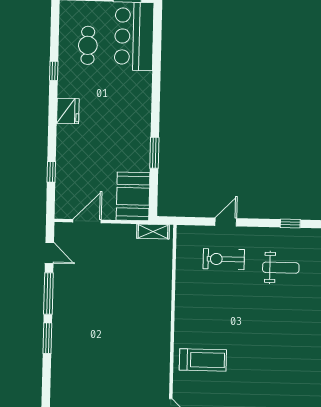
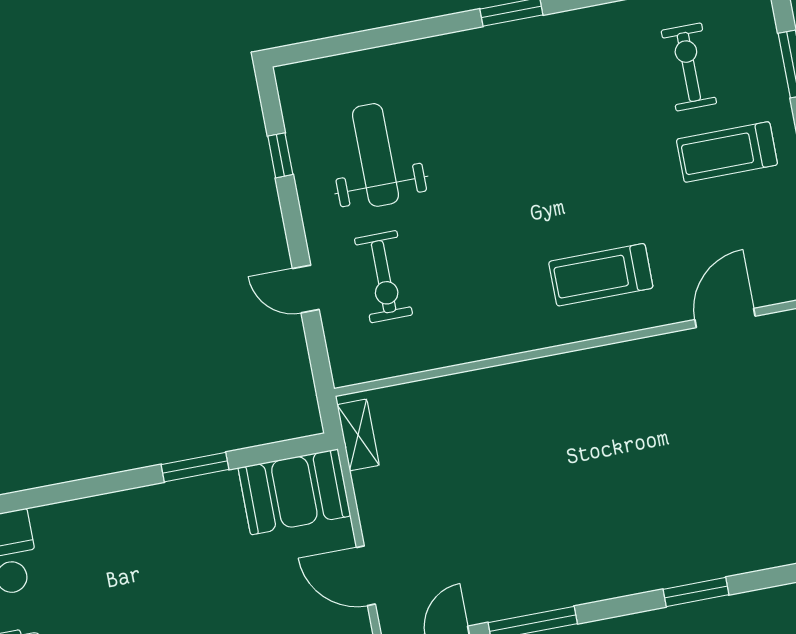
weight bench: (281, 268) -> (376, 155), width x1.36, depth x1.33
window: (47, 338) -> (696, 592), moved
treadmill: (203, 360) -> (601, 275), turned -90

